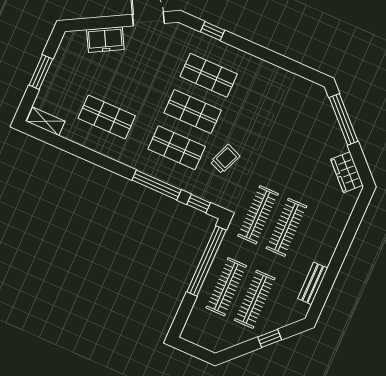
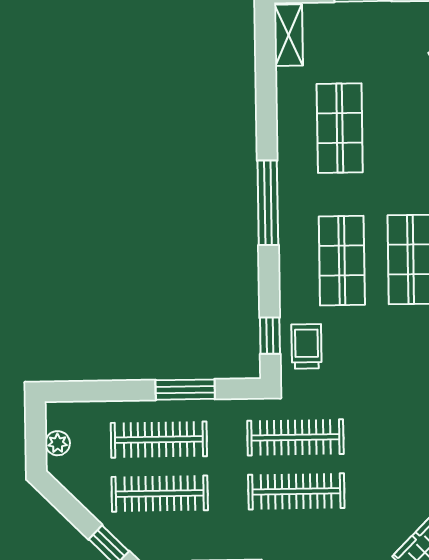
trolley: (225, 159) -> (306, 346), moved, turned -112
window: (157, 185) -> (268, 203), moved
window: (206, 261) -> (185, 390), width x0.47
plant: (204, 341) -> (58, 443), added

